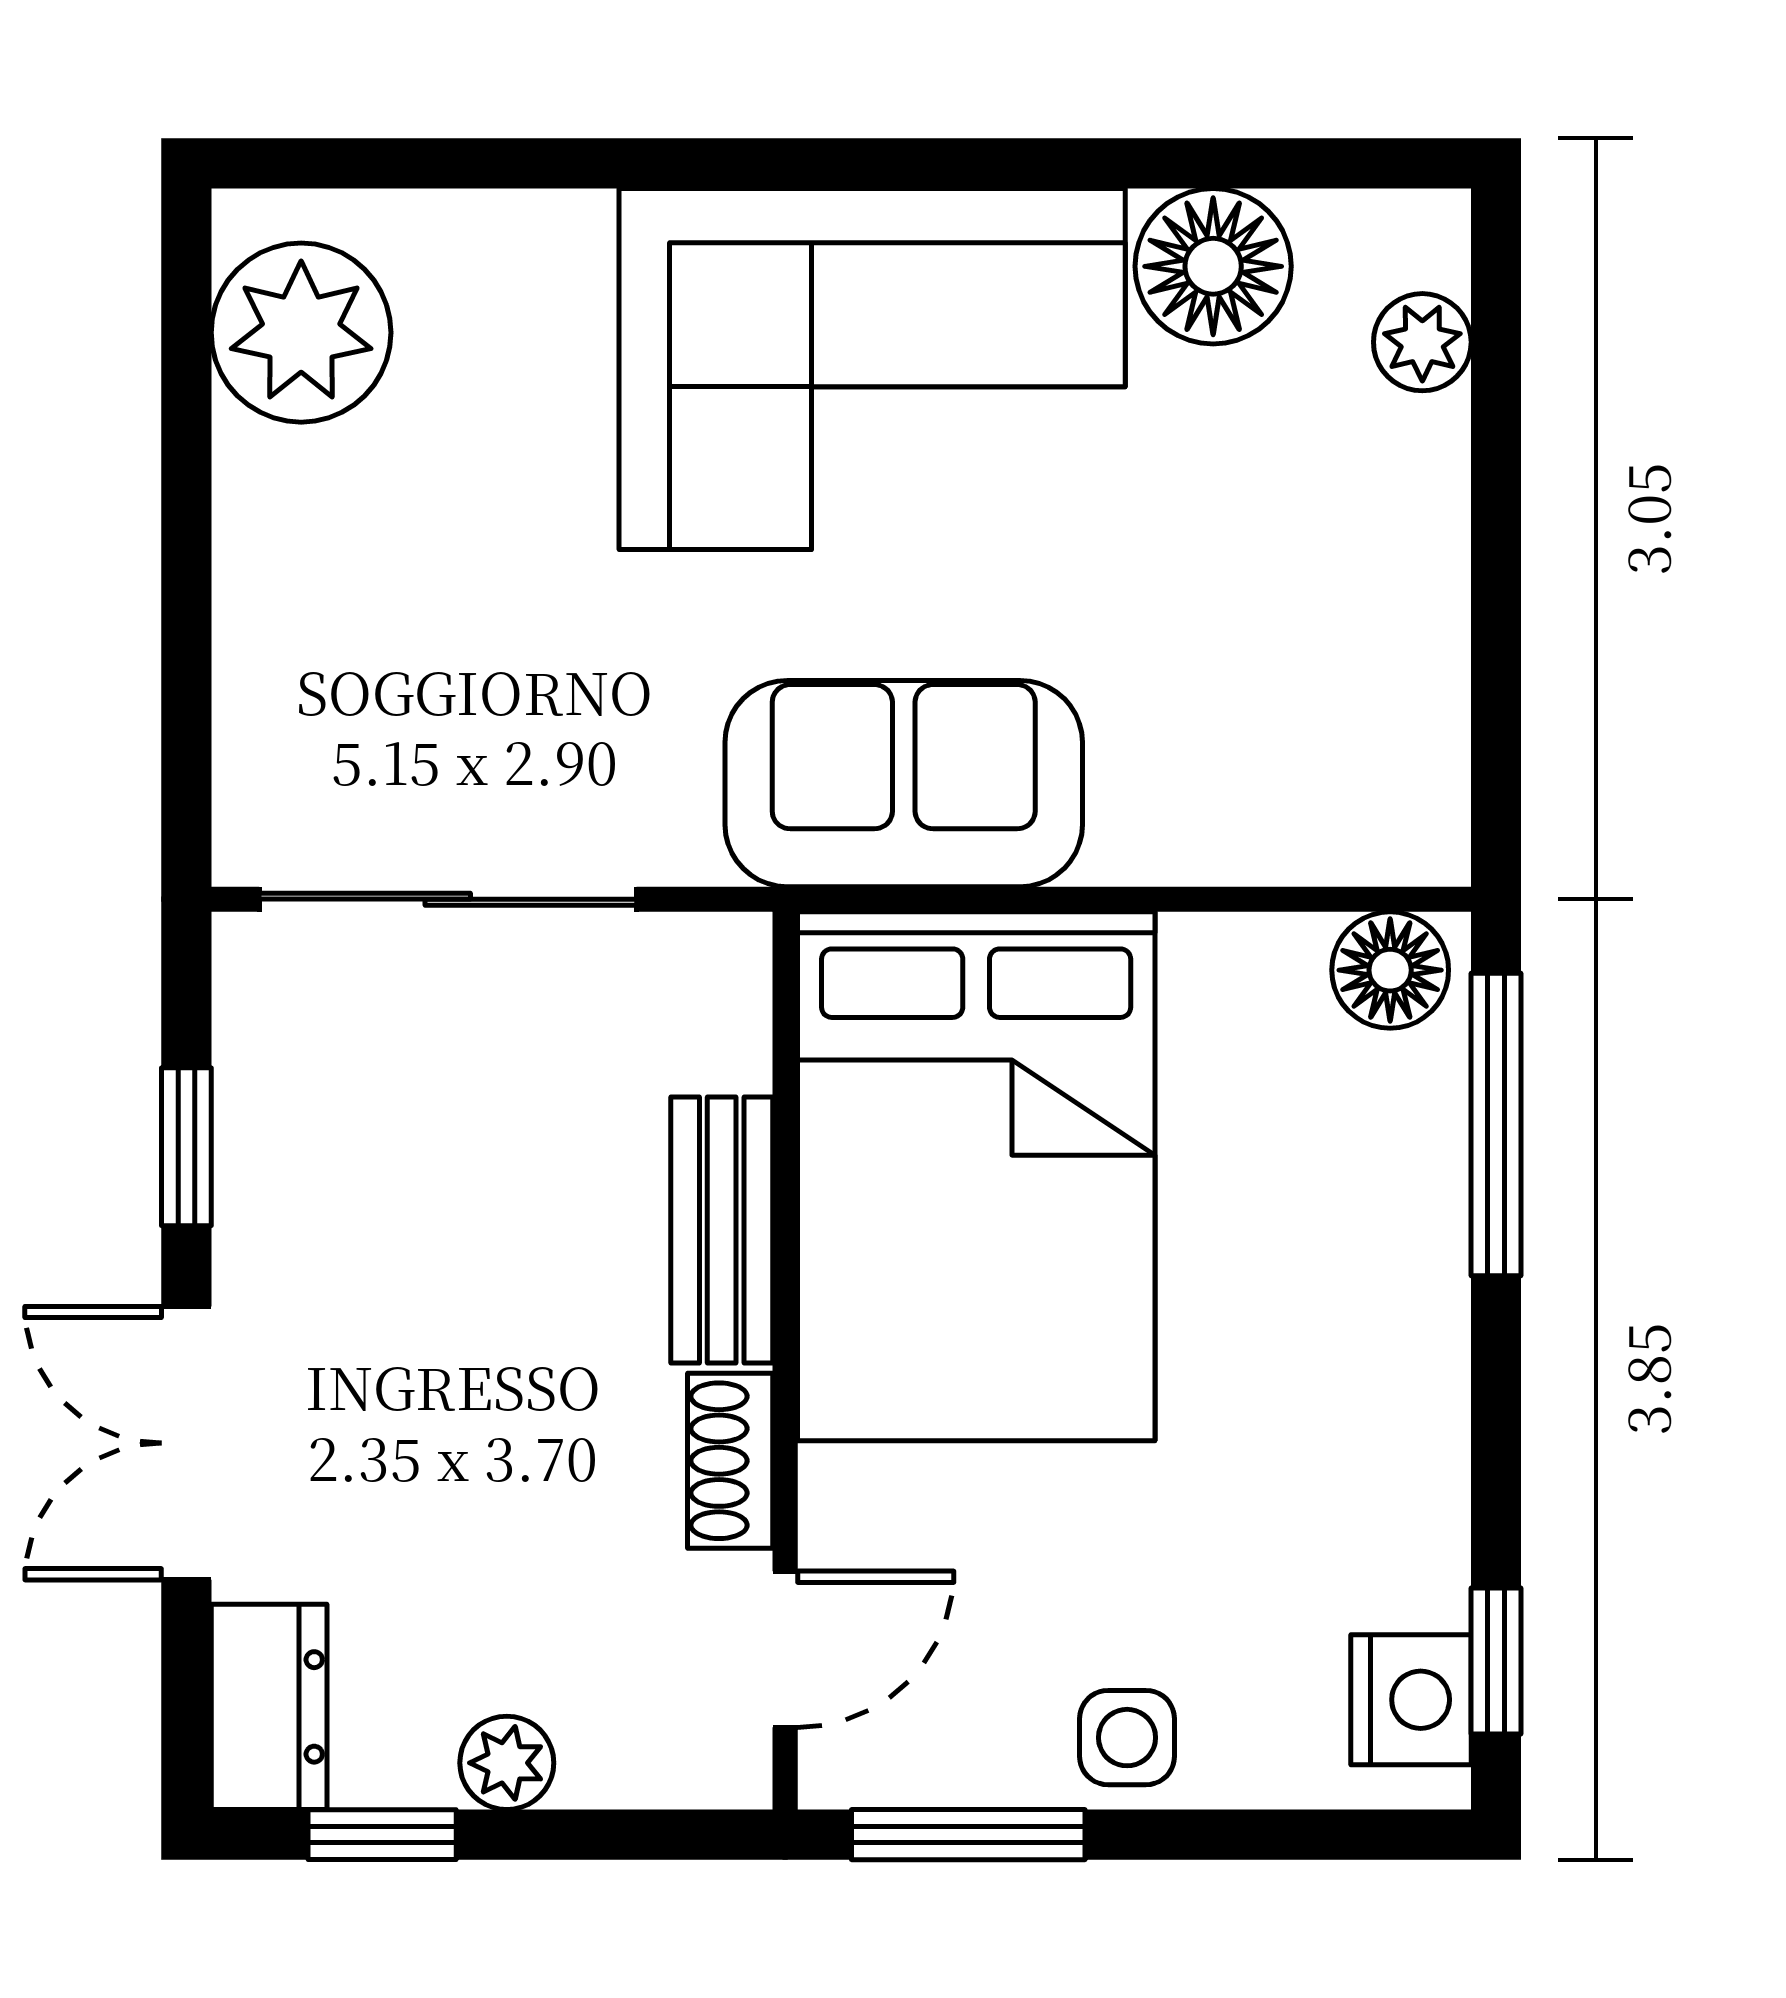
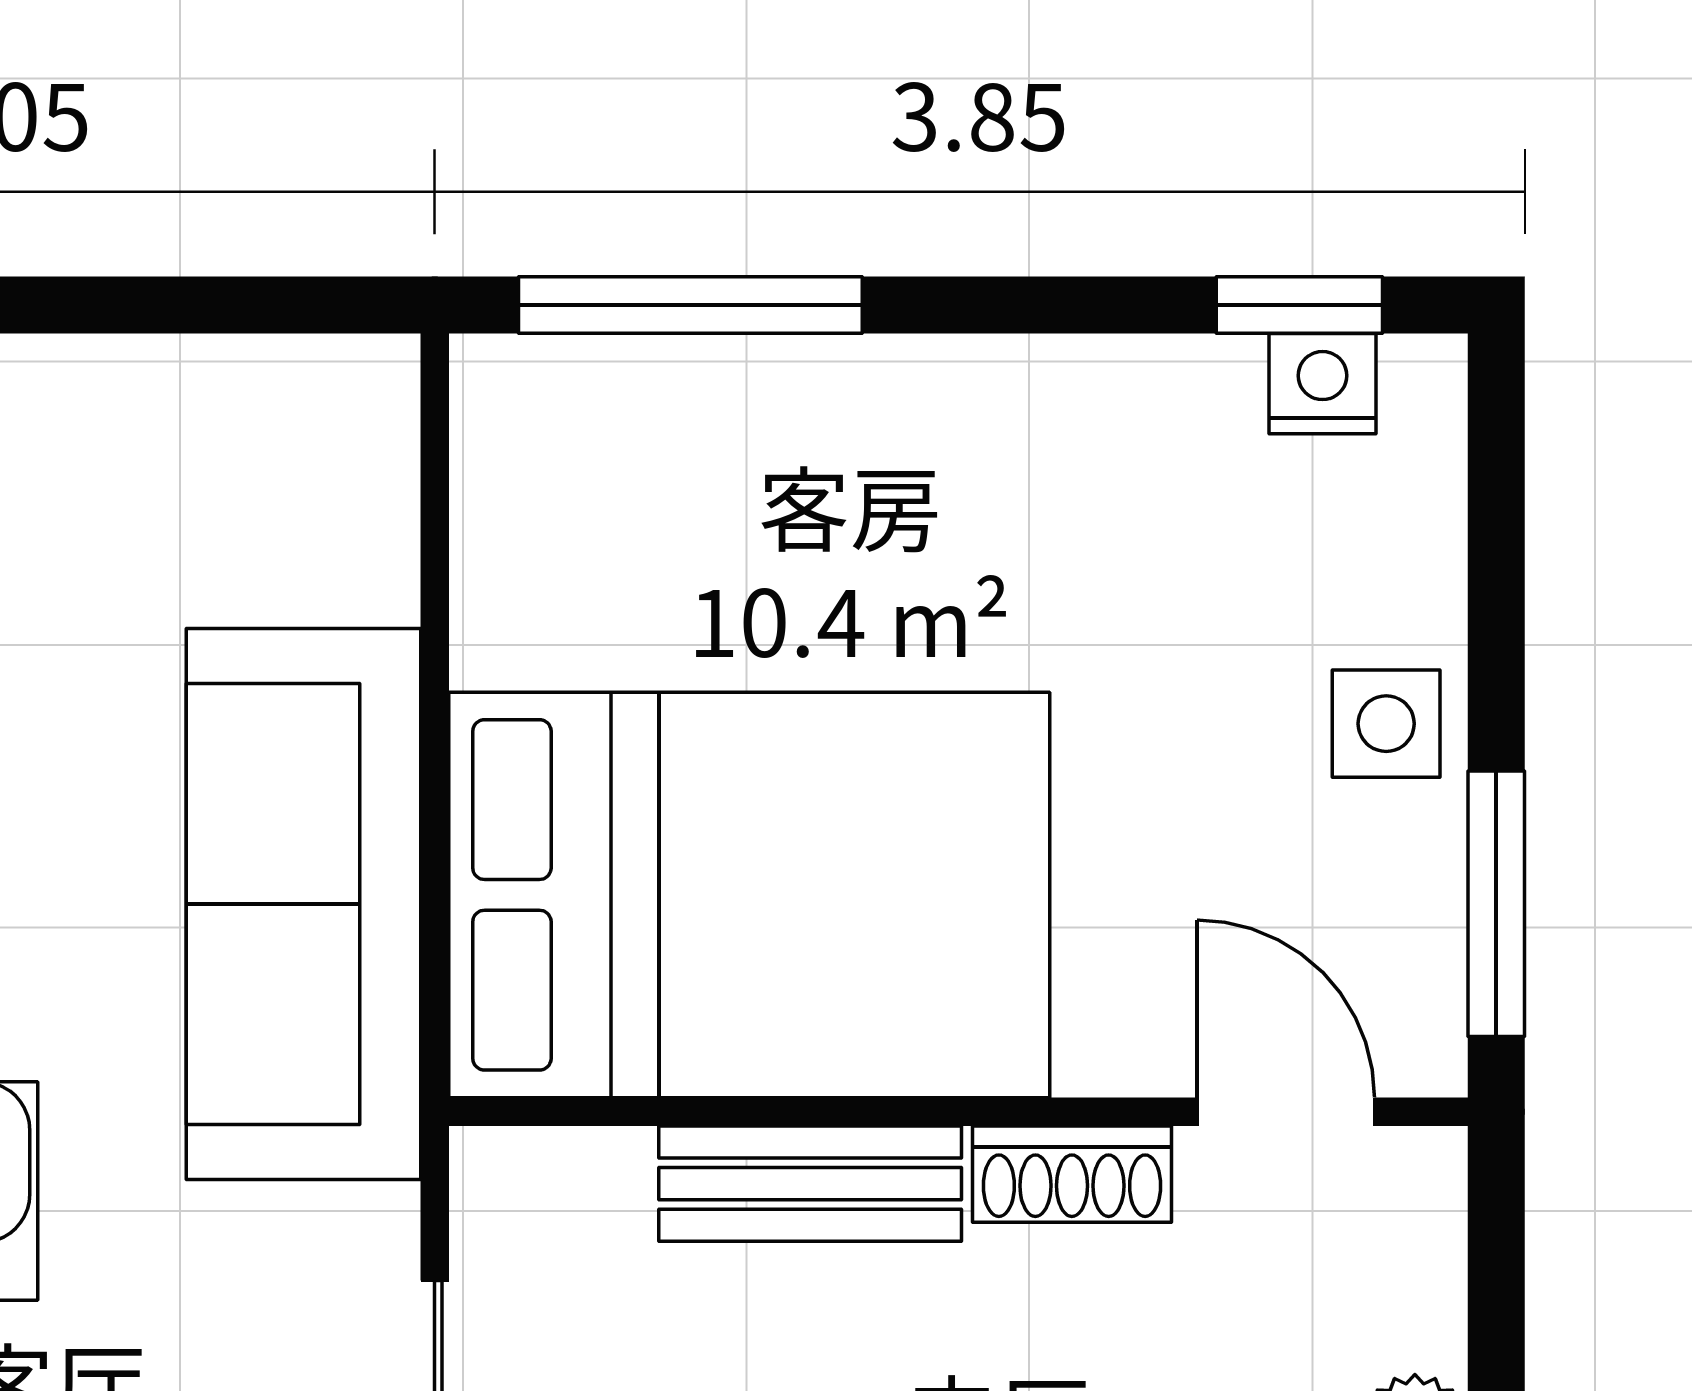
sofa: (904, 784) -> (303, 904), width x1.36
floor lamp: (1390, 970) -> (515, 425), removed
nightstand: (1411, 1700) -> (1322, 384), width x0.72, depth x0.74

